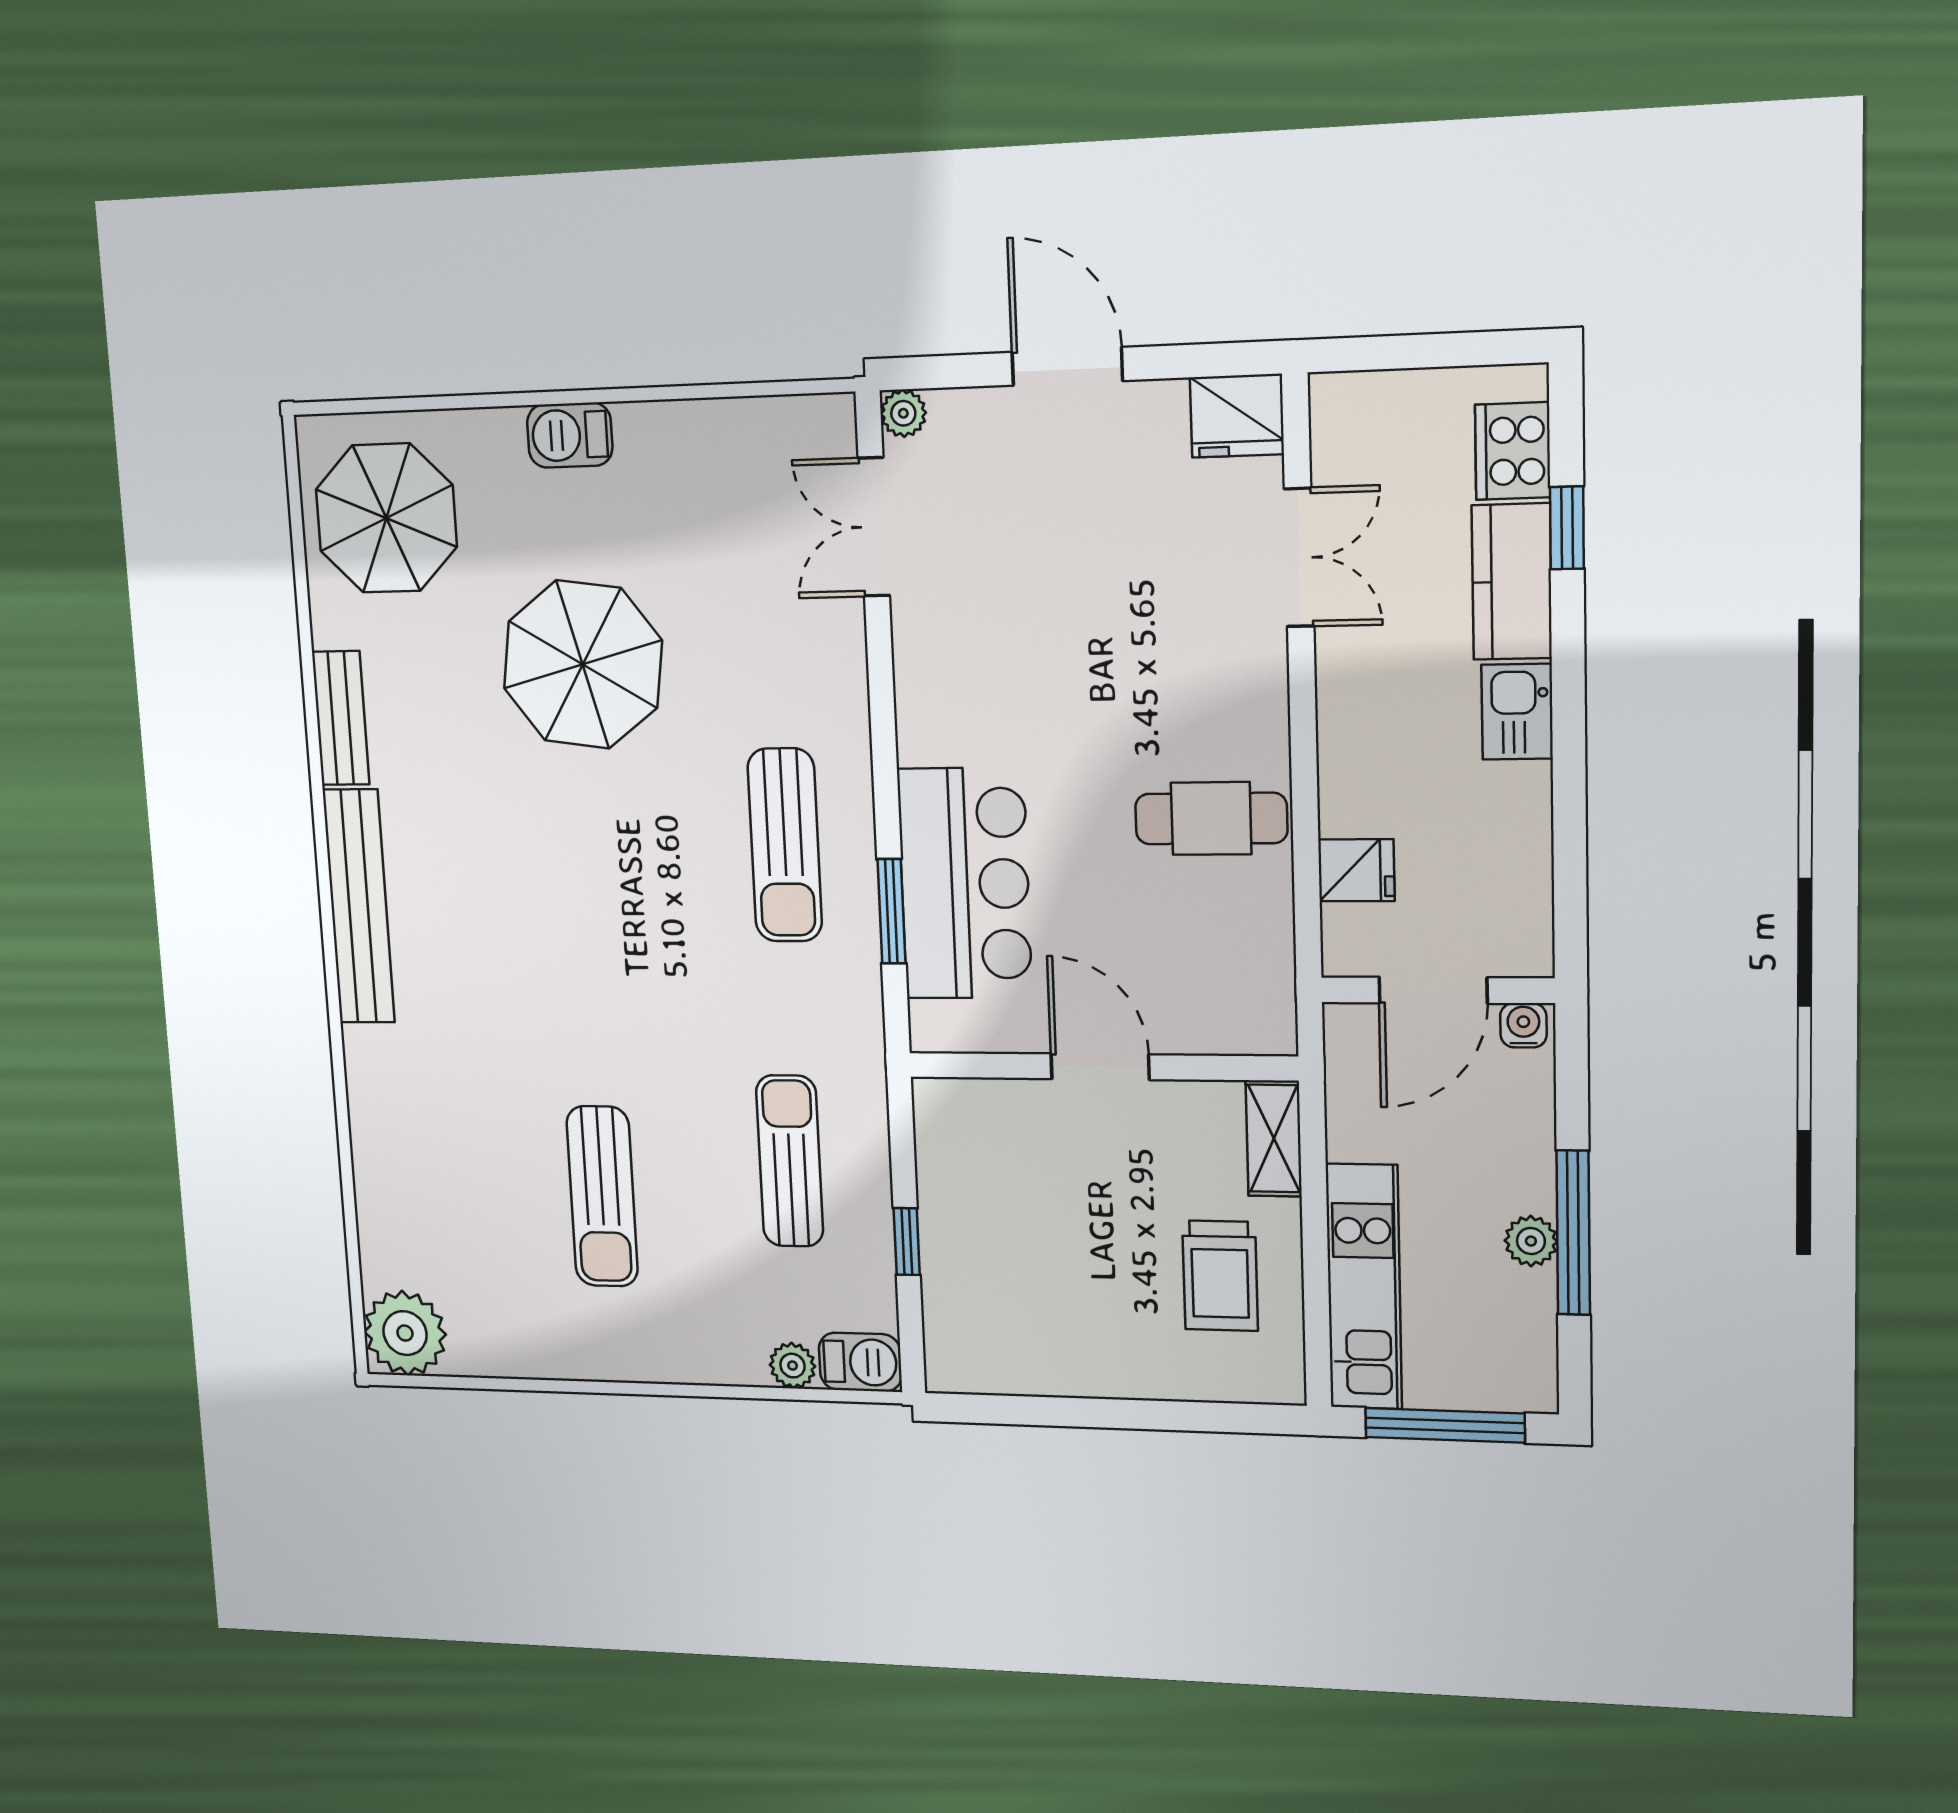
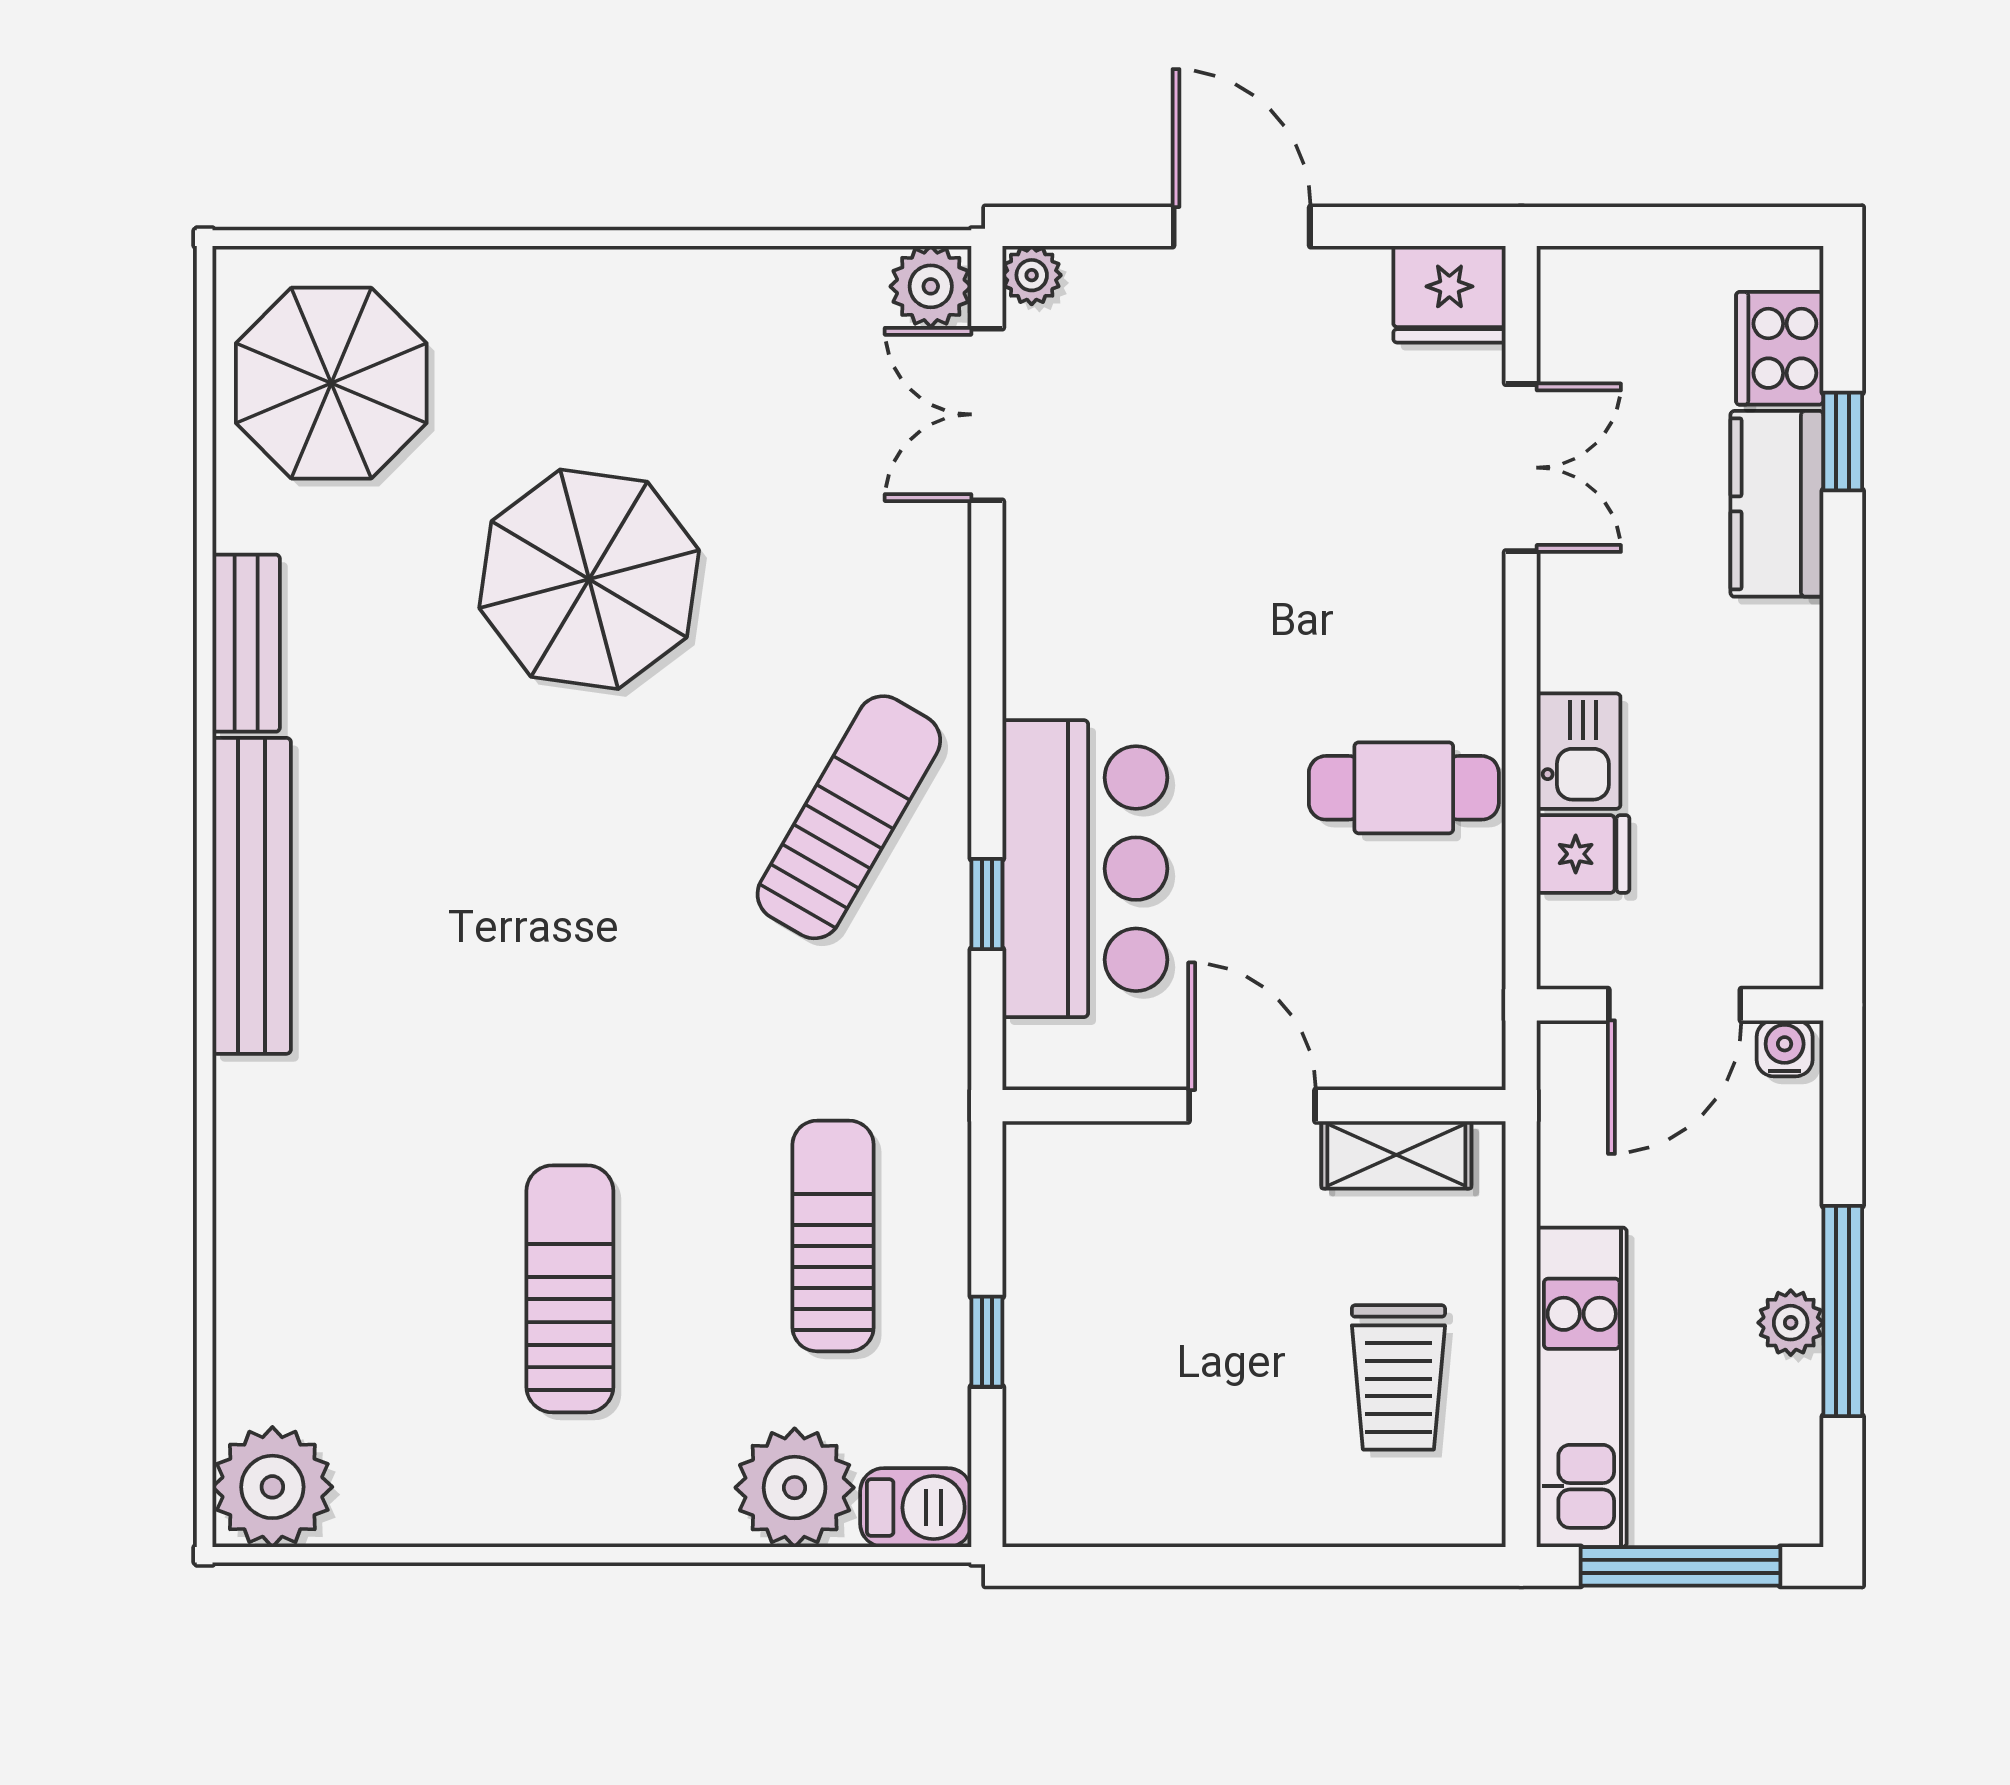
plant: (826, 425) -> (931, 286), added
barbecue: (570, 435) -> (591, 286), removed
kitchen sink: (1517, 712) -> (1579, 751), moved, turned 180
sun lounger: (785, 845) -> (849, 817), turned -150
window: (891, 911) -> (987, 904), width x0.67
shelving: (1274, 1138) -> (1396, 1155), moved, turned 90
sun lounger: (602, 1196) -> (570, 1289), turned 180
plant: (793, 1366) -> (795, 1488), width x1.87, depth x1.87

